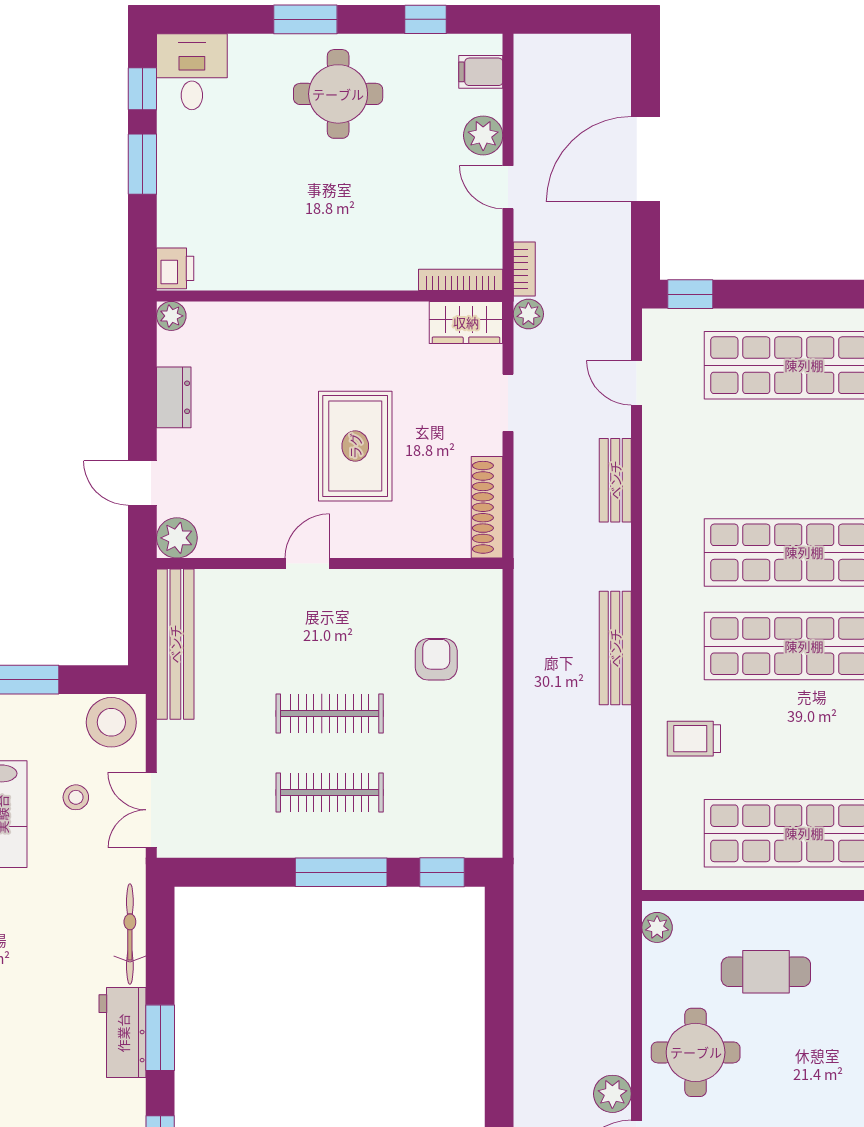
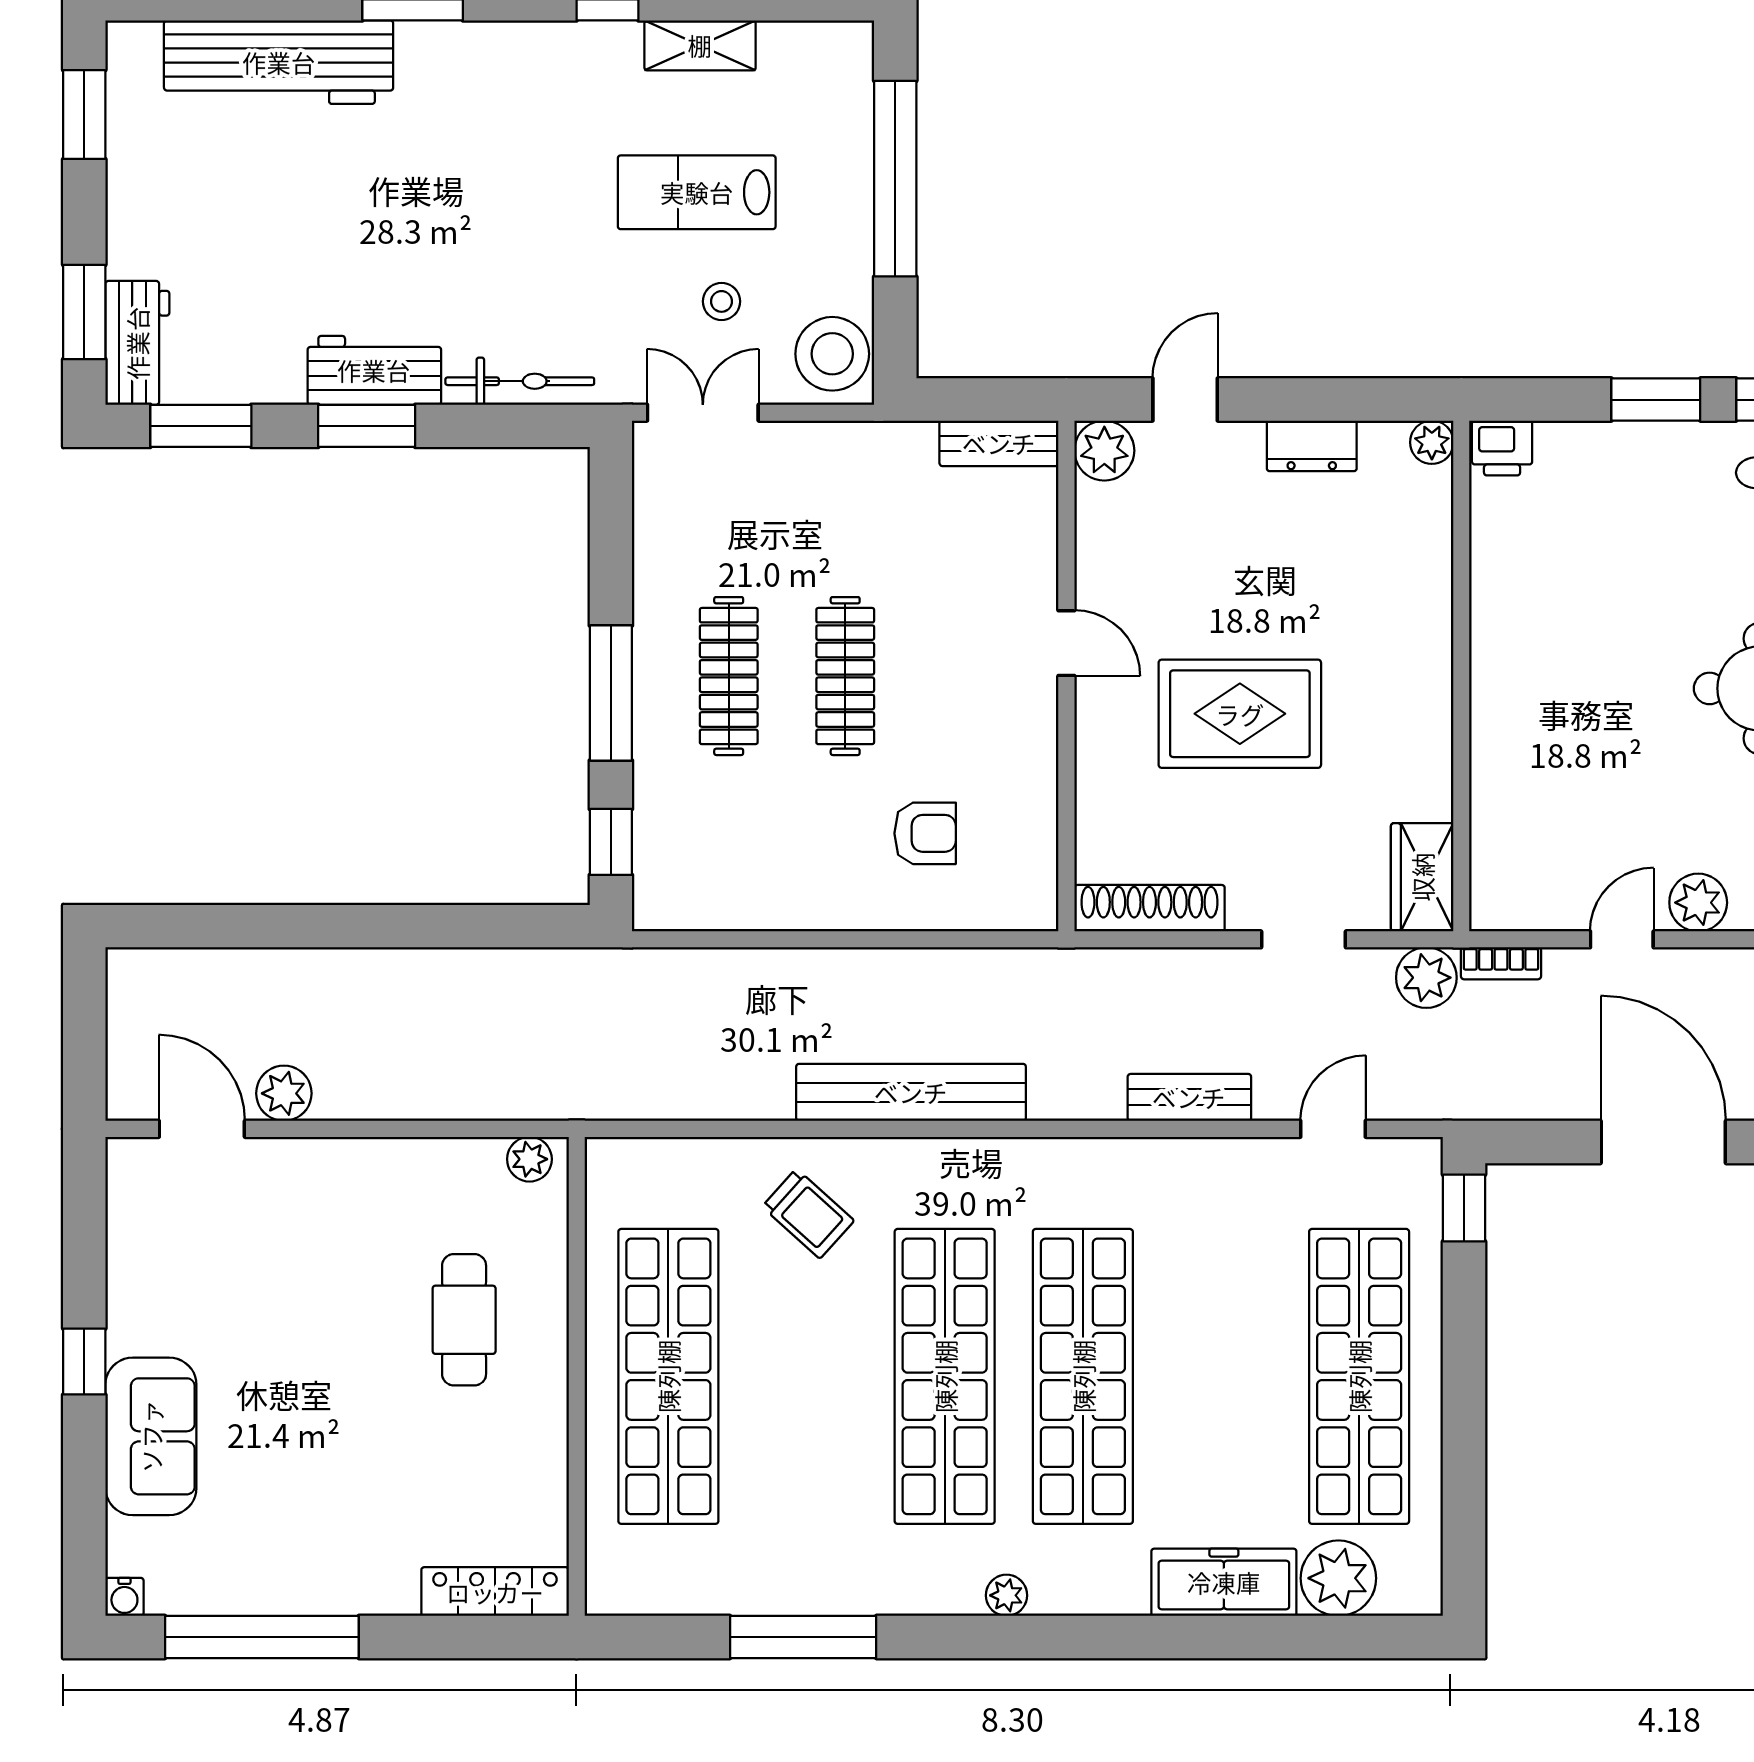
bookcase: (461, 280) -> (1485, 869), removed
plant: (528, 314) -> (1426, 978), width x1.38, depth x1.38
bench: (175, 644) -> (999, 443), width x0.54, depth x0.82
bench: (615, 648) -> (911, 1092), width x1.37, depth x1.21
trolley: (694, 739) -> (808, 1214), turned 132
round table: (696, 1052) -> (345, 1216), removed

